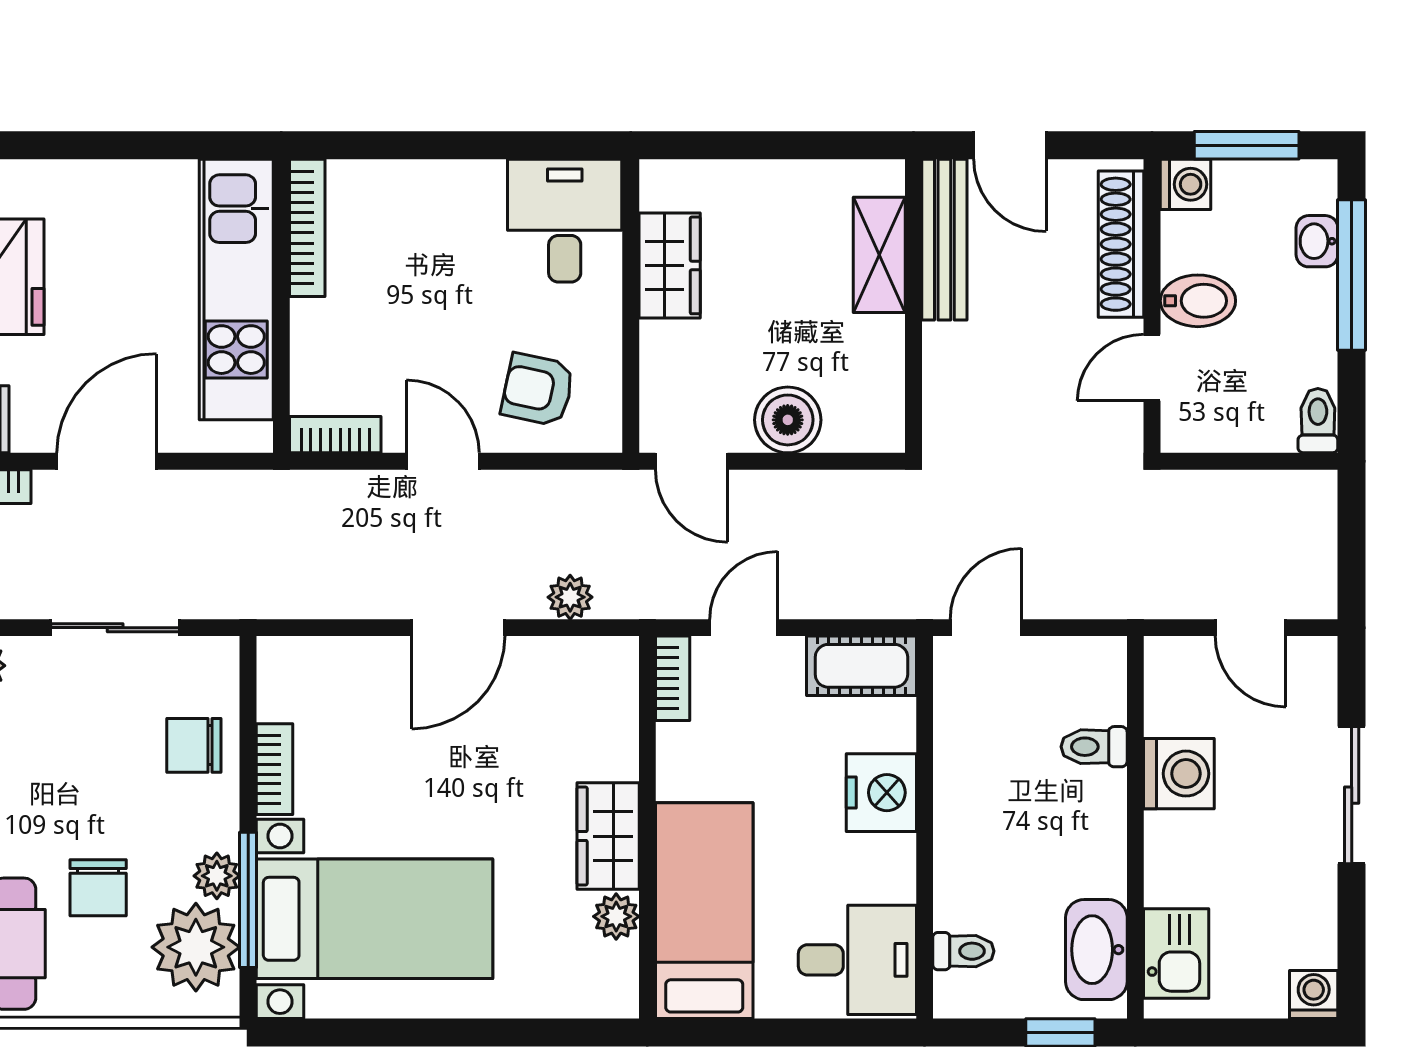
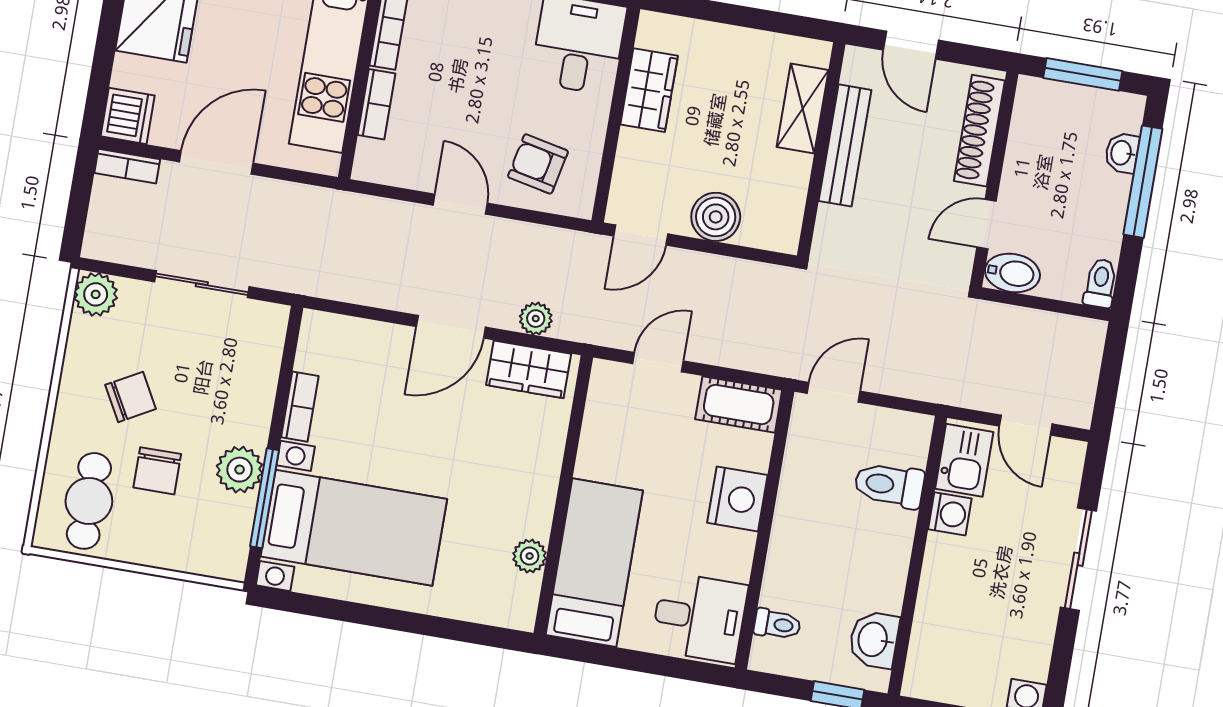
washing machine: (1185, 184) -> (1034, 95), removed
bench: (944, 240) -> (845, 145), moved
bidet: (1198, 301) -> (1012, 273), moved
bookcase: (335, 435) -> (377, 104), moved, turned 90
door: (692, 461) -> (641, 235), hinge flipped
bookcase: (673, 678) -> (600, 390), removed
chair: (194, 745) -> (131, 397), moved, turned 151
toilet: (1094, 747) -> (889, 485), width x1.37, depth x1.39
washing machine: (1179, 774) -> (950, 514), width x0.73, depth x0.73
wardrobe: (608, 836) -> (529, 369), moved, turned -90
plant: (217, 876) -> (240, 470), width x1.38, depth x1.38
plant: (196, 947) -> (221, 526), removed
washbasin: (1096, 950) -> (874, 640), width x0.72
kitchen sink: (1176, 954) -> (964, 460), moved

